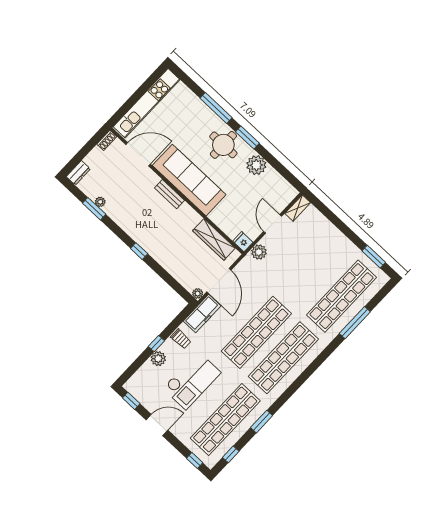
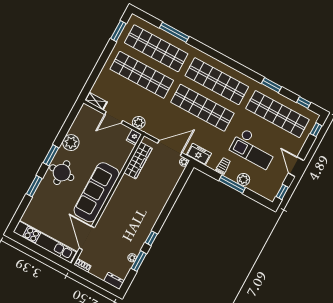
window: (216, 108) -> (34, 186), width x0.69
bench: (169, 194) -> (112, 205), removed
window: (139, 251) -> (151, 238), moved
shop shelf: (315, 271) -> (142, 75), added
freezer: (202, 314) -> (199, 154), width x0.71
window: (156, 344) -> (232, 184), width x2.17
checkout: (192, 380) -> (254, 148), turned 180

